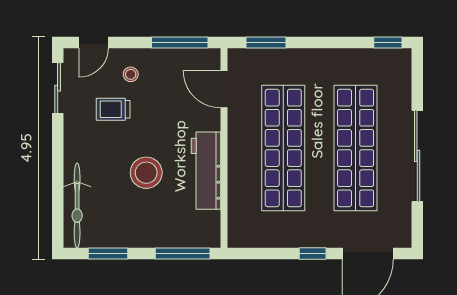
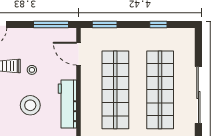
window: (388, 42) -> (158, 24), moved
stool: (131, 74) -> (32, 70), moved

